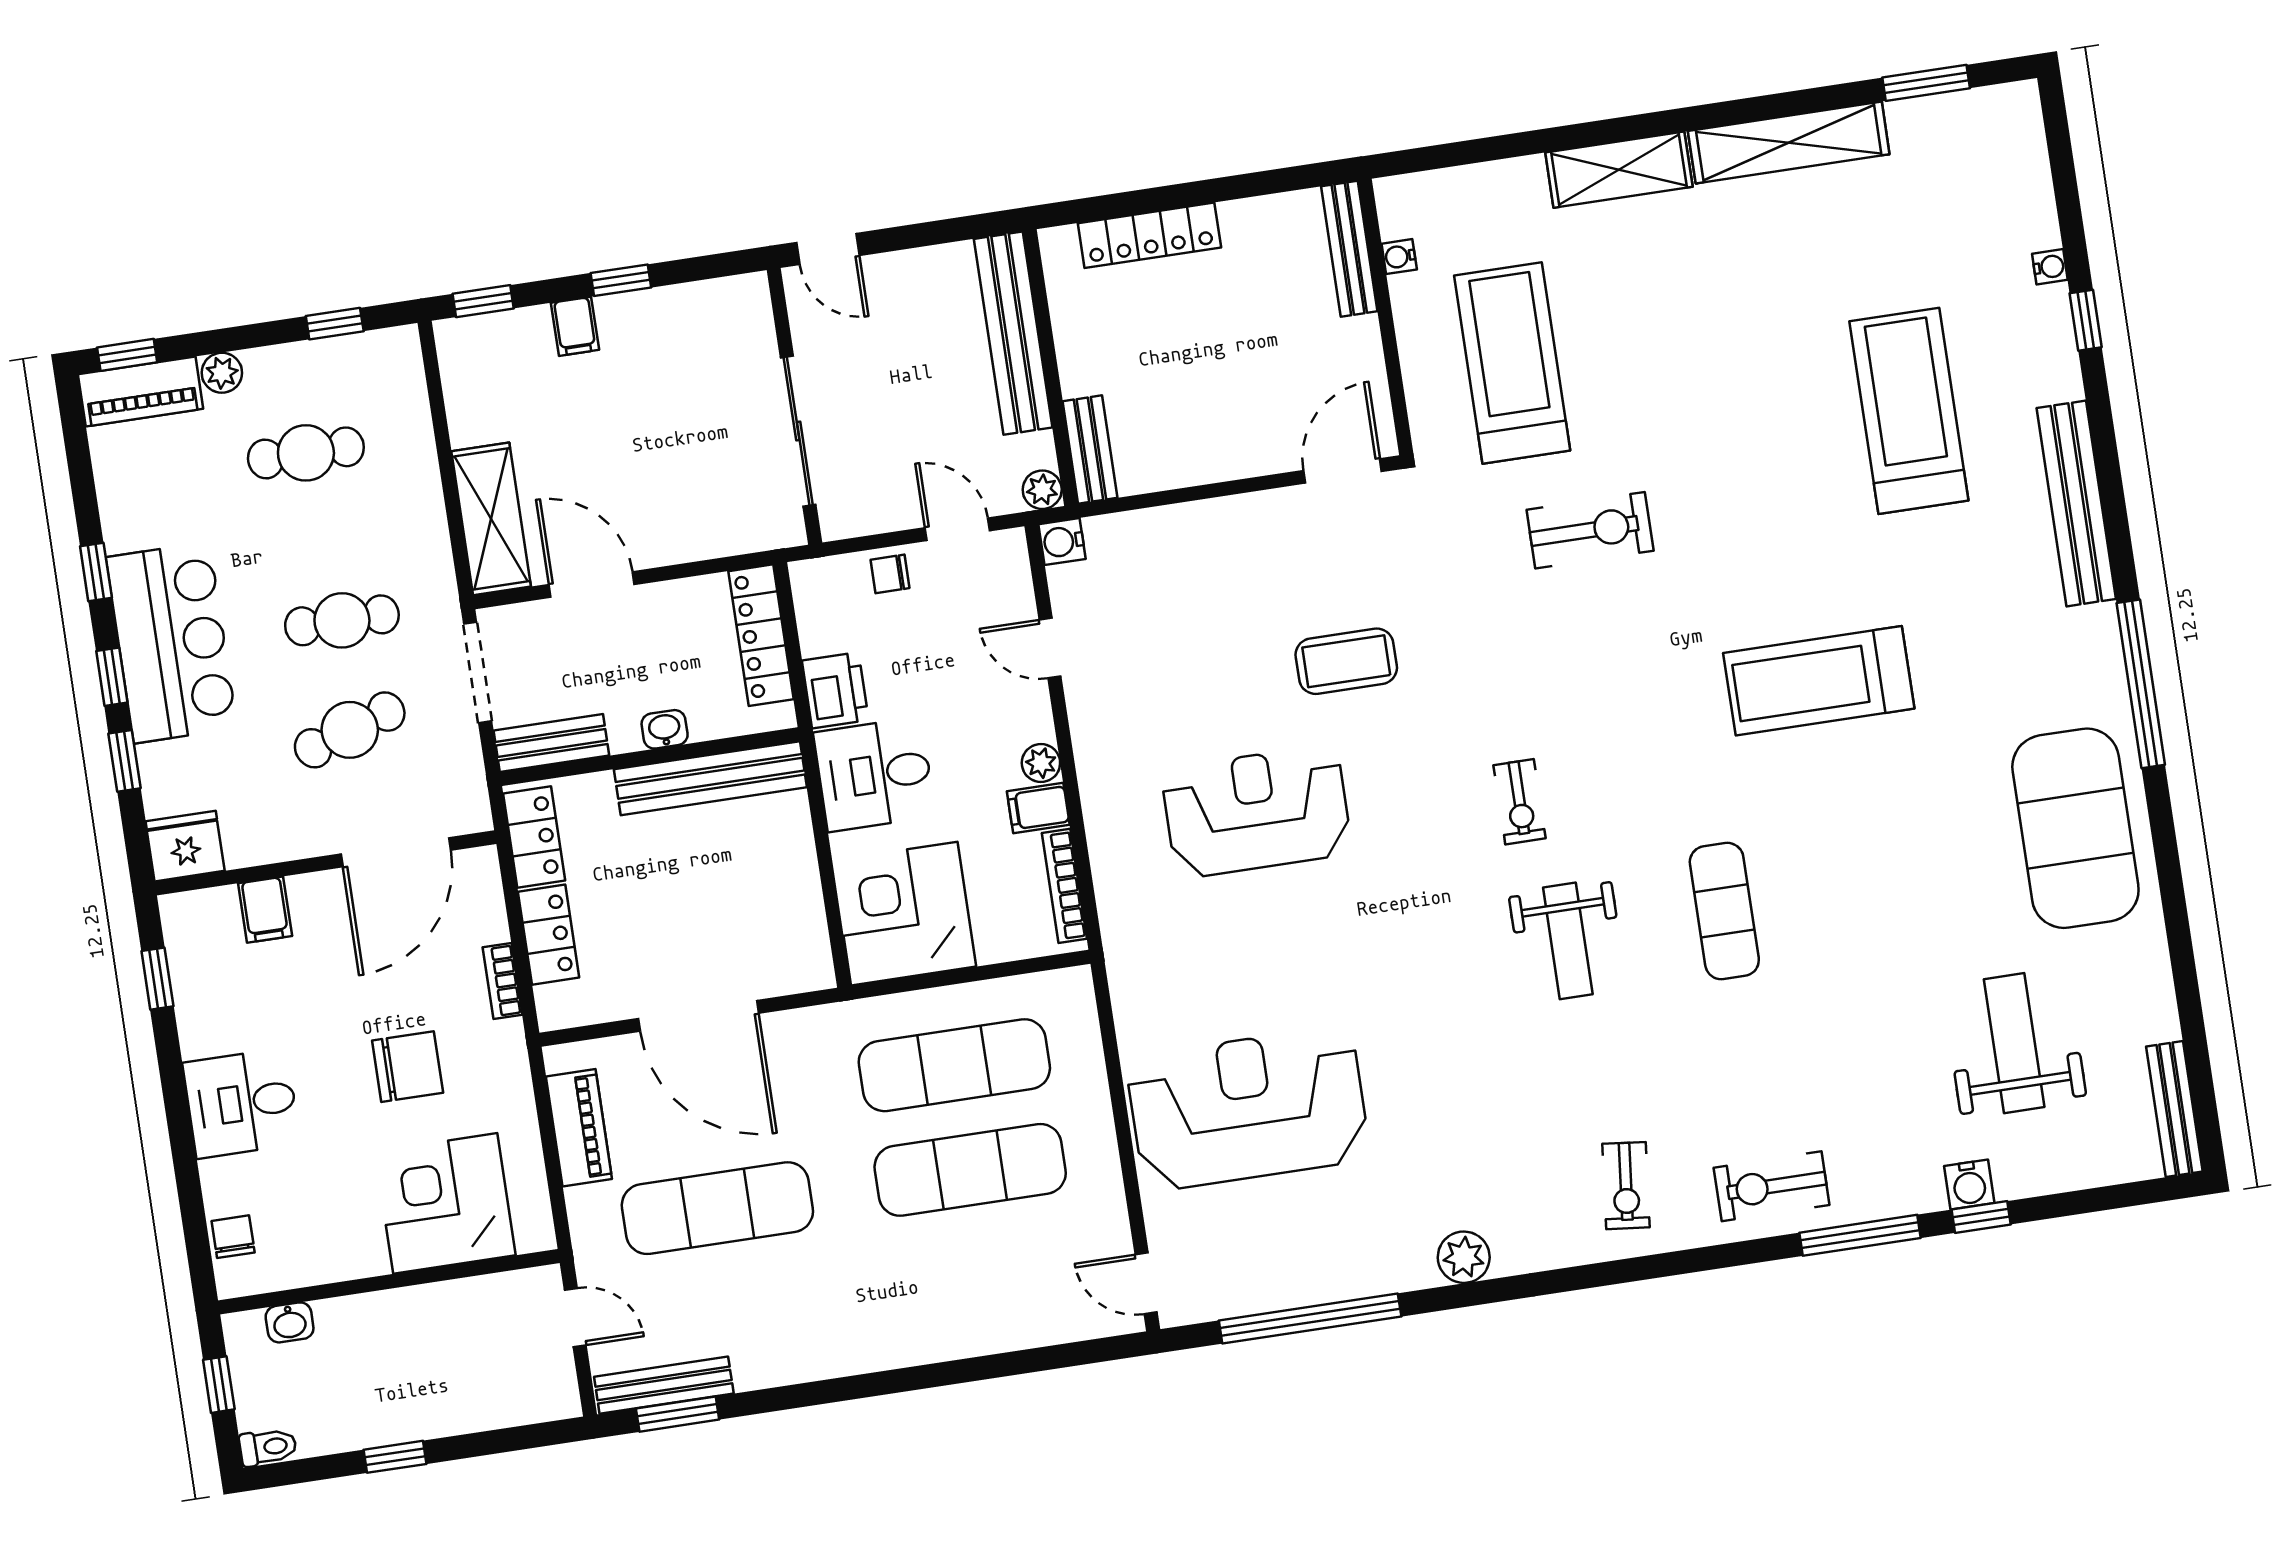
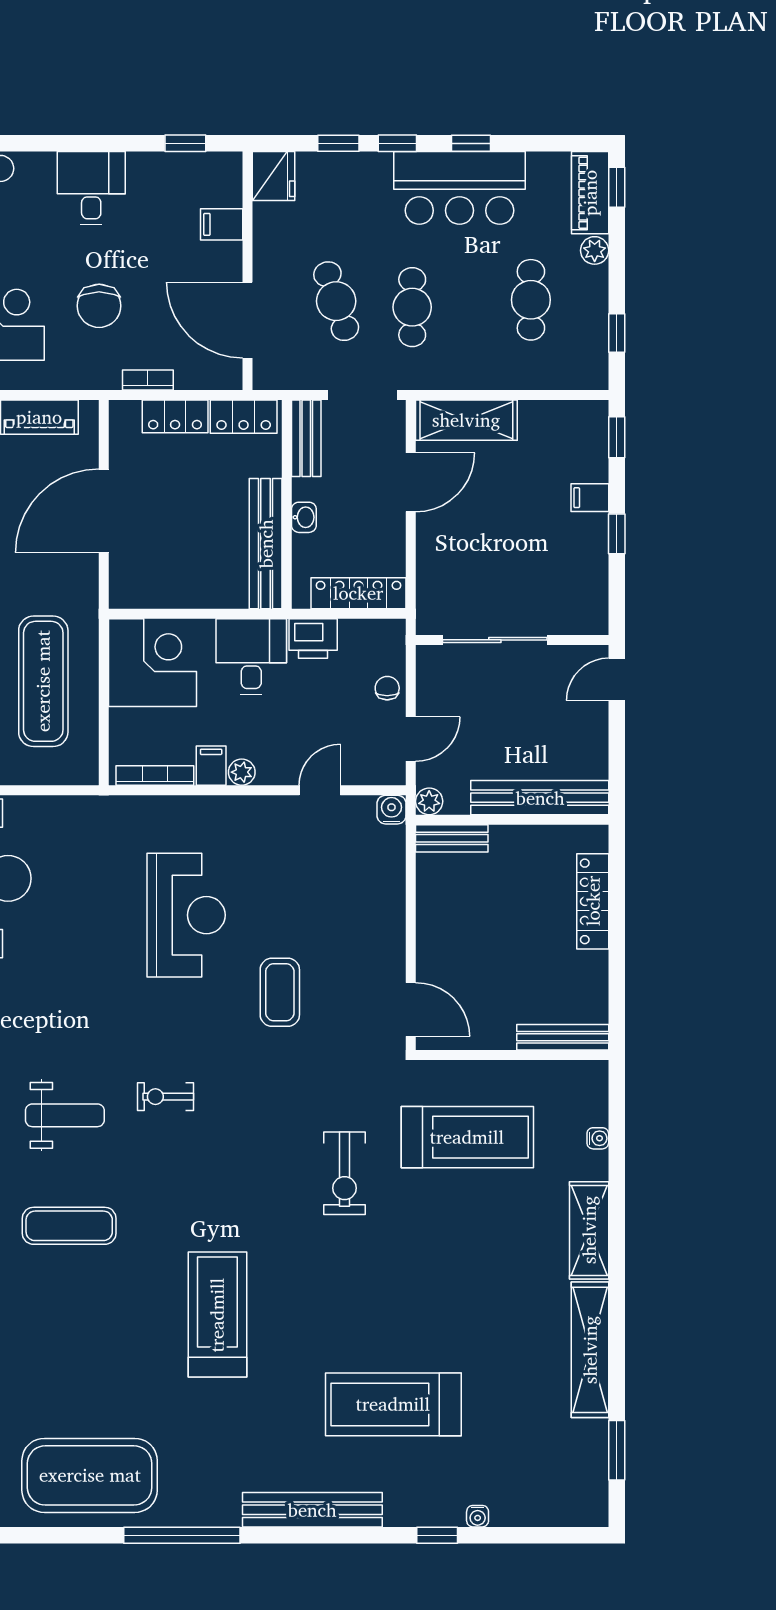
water cooler: (1399, 257) -> (598, 1138), moved, turned 90
treadmill: (1909, 411) -> (393, 1404), turned 180
bar counter: (172, 643) -> (460, 188), moved
weight bench: (1568, 941) -> (65, 1115), turned 180

